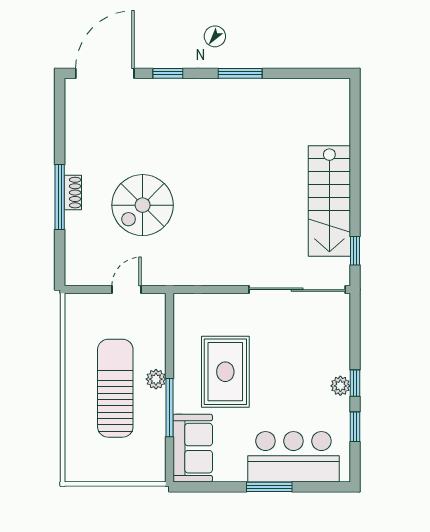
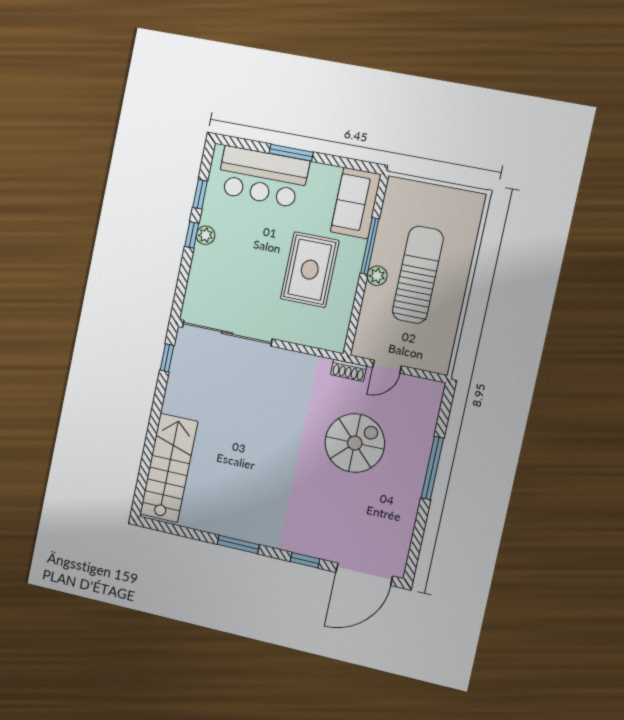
shoe rack: (73, 193) -> (349, 370), moved, turned -90
stairs: (329, 201) -> (169, 468), moved
sun lounger: (115, 388) -> (418, 275), turned 180

